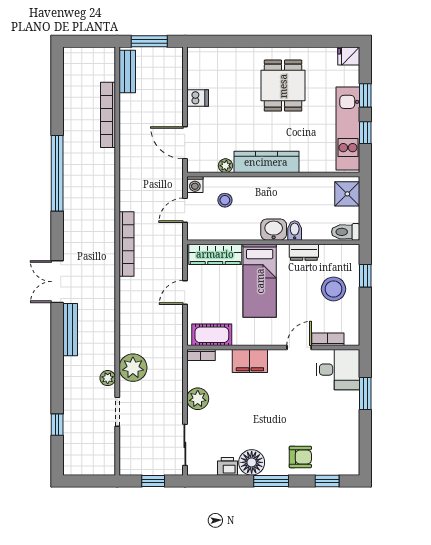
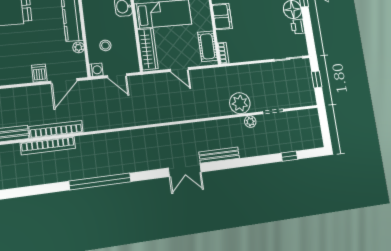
dishwasher: (198, 98) -> (39, 73), moved
bookcase: (126, 244) -> (56, 129), moved
plant: (198, 399) -> (255, 52), removed

